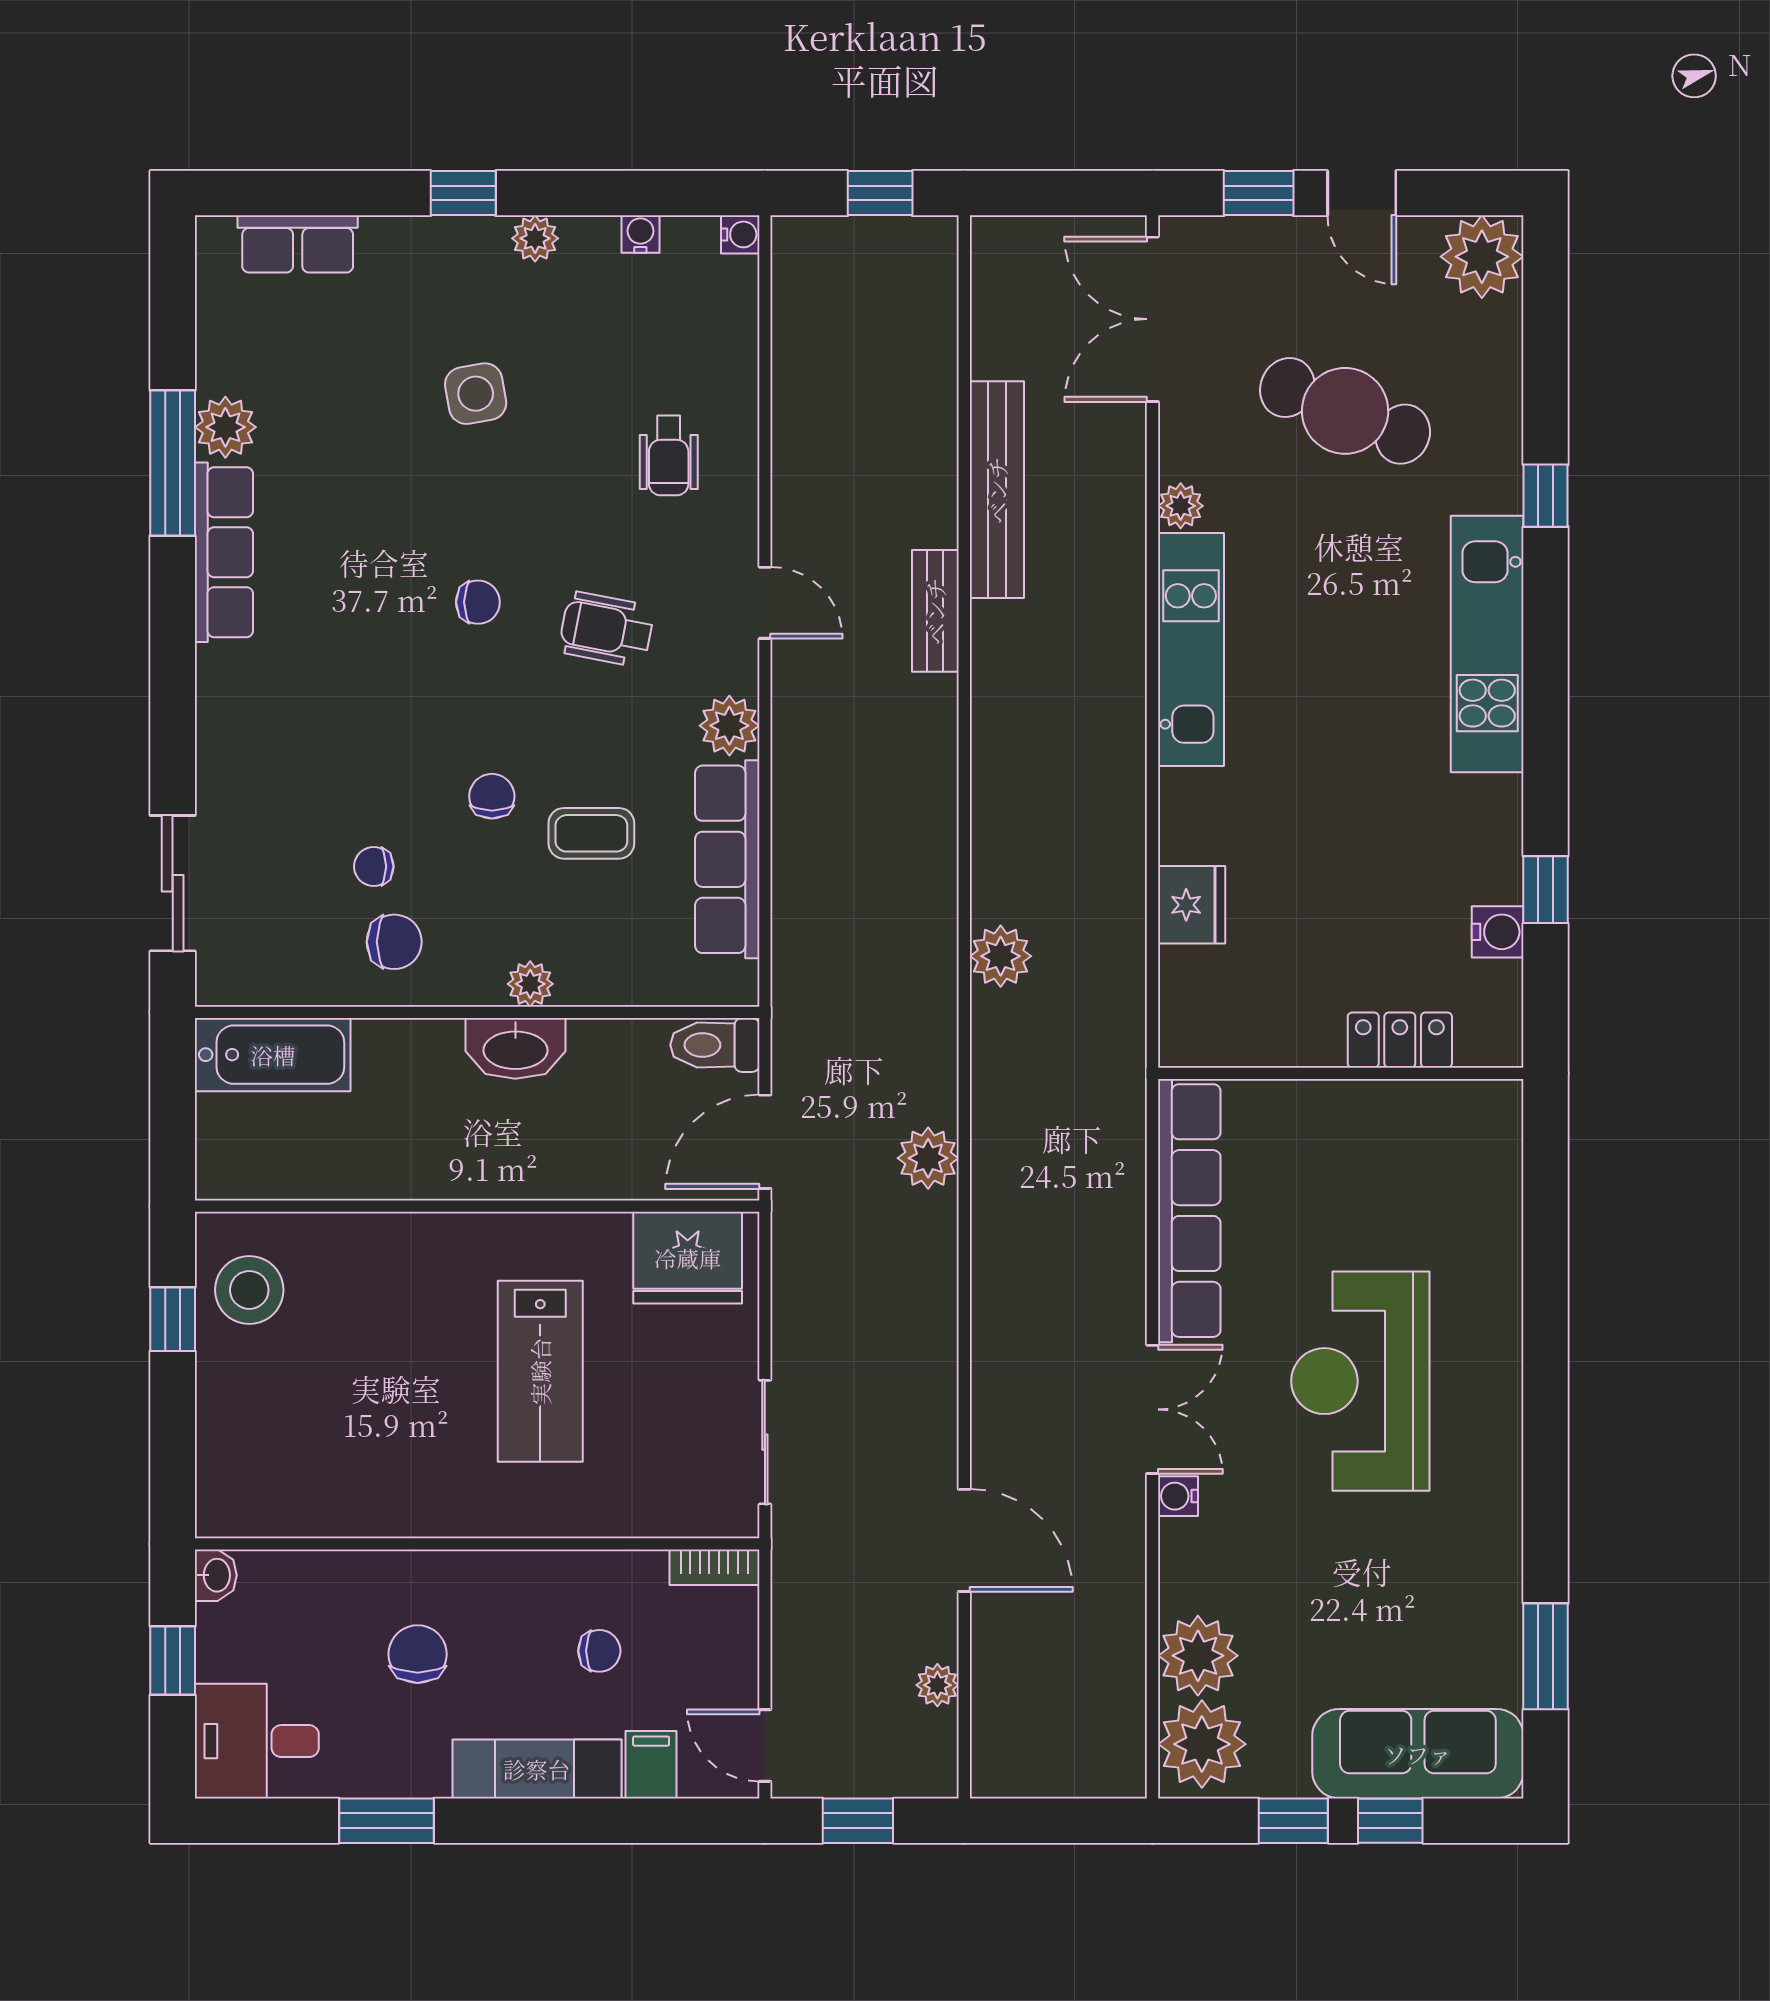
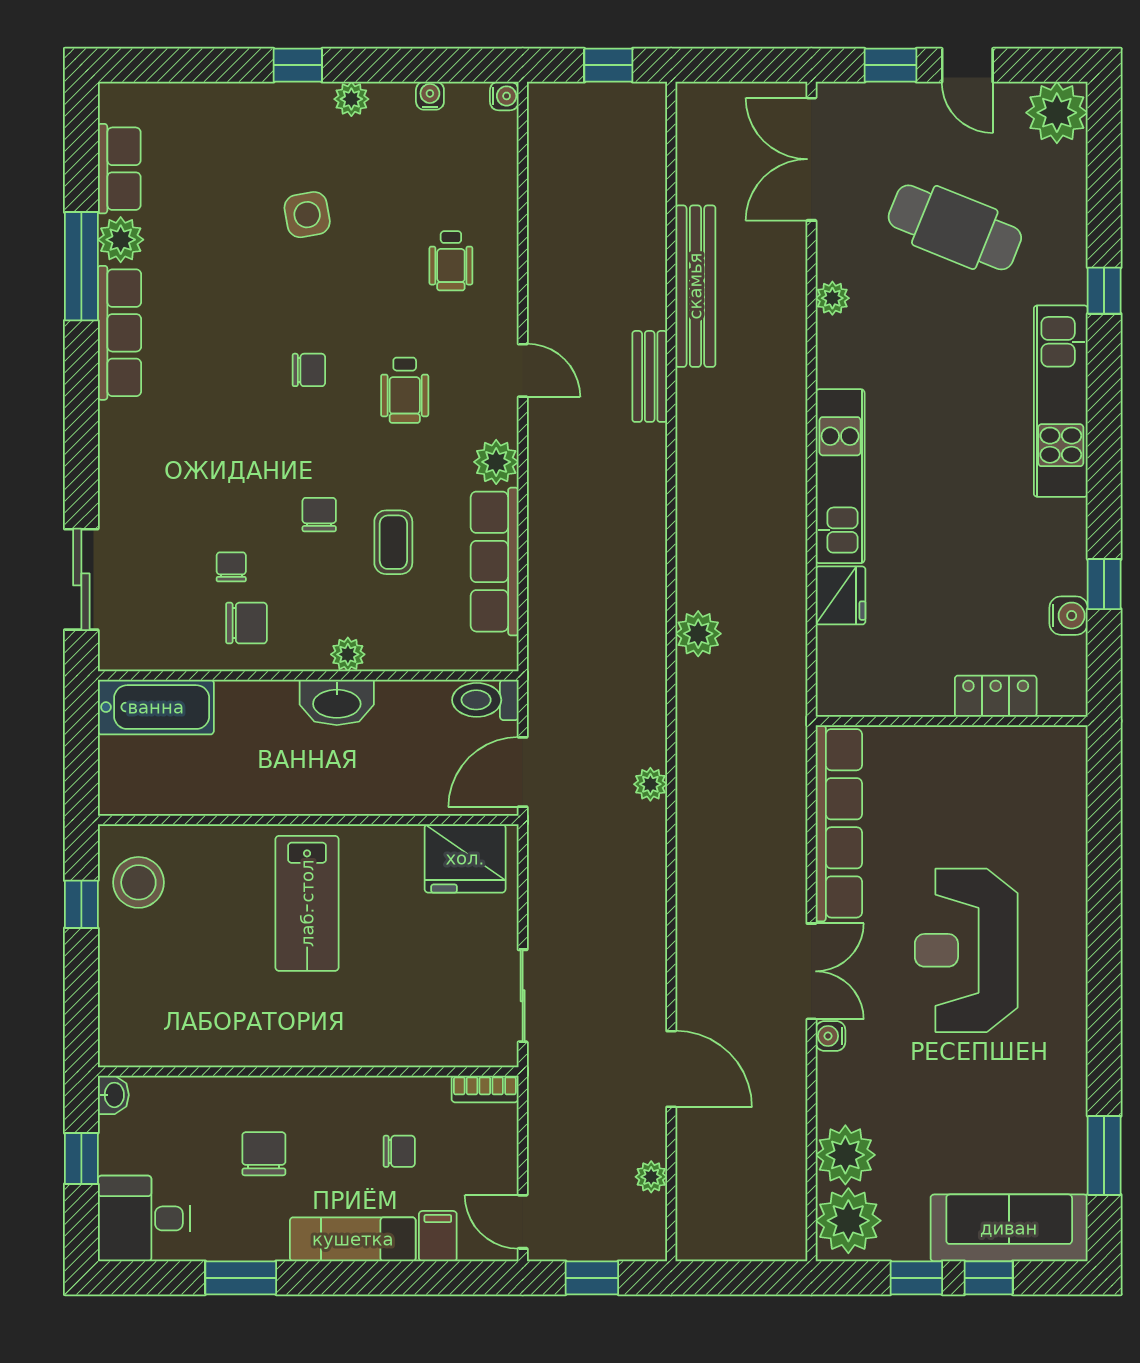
row of seats: (298, 244) -> (119, 169), moved, turned -90
wheelchair: (607, 629) -> (405, 390), turned -101
kitchen unit: (1191, 649) -> (840, 476), moved
coffee table: (591, 833) -> (393, 542), turned 90
chair: (374, 866) -> (231, 567), turned 90
plant: (928, 1158) -> (650, 784), width x0.73, depth x0.73
lab bench: (540, 1371) -> (307, 903), moved

